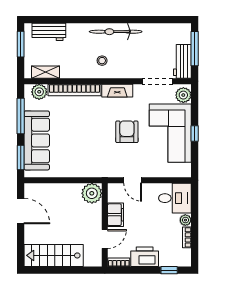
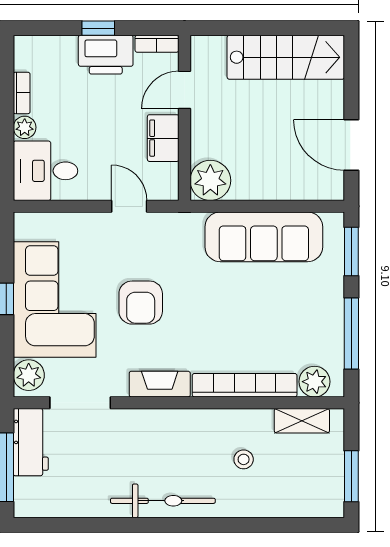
workbench: (49, 32) -> (295, 501), removed
stool: (102, 61) -> (244, 459), moved
sofa: (37, 140) -> (264, 237), moved, turned -90
window: (169, 270) -> (98, 28), moved

